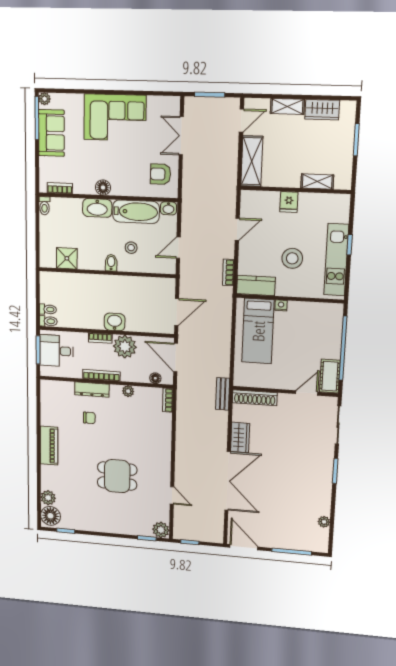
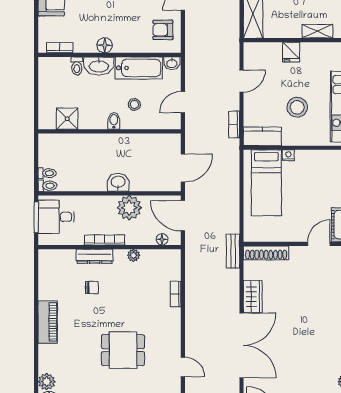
toilet: (45, 206) -> (77, 66), moved
bookcase: (100, 338) -> (103, 200), removed
bookcase: (168, 400) -> (176, 294), moved

